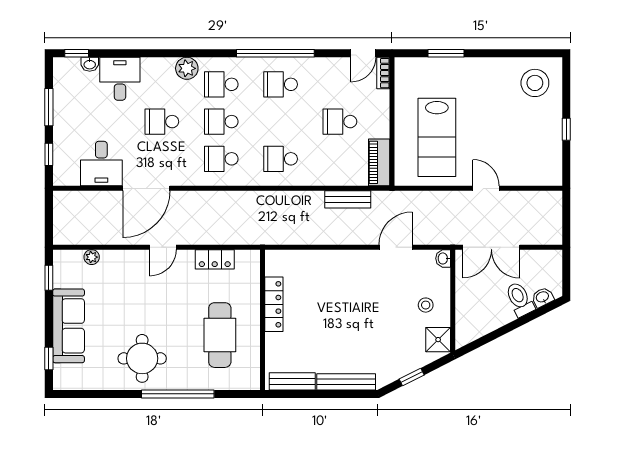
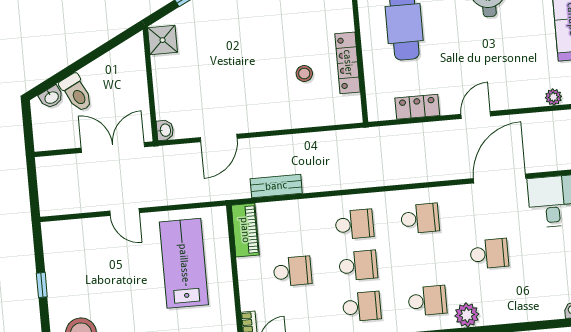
desk: (120, 79) -> (540, 297), removed
school desk: (221, 122) -> (358, 265), moved
stool: (426, 305) -> (304, 74), moved

